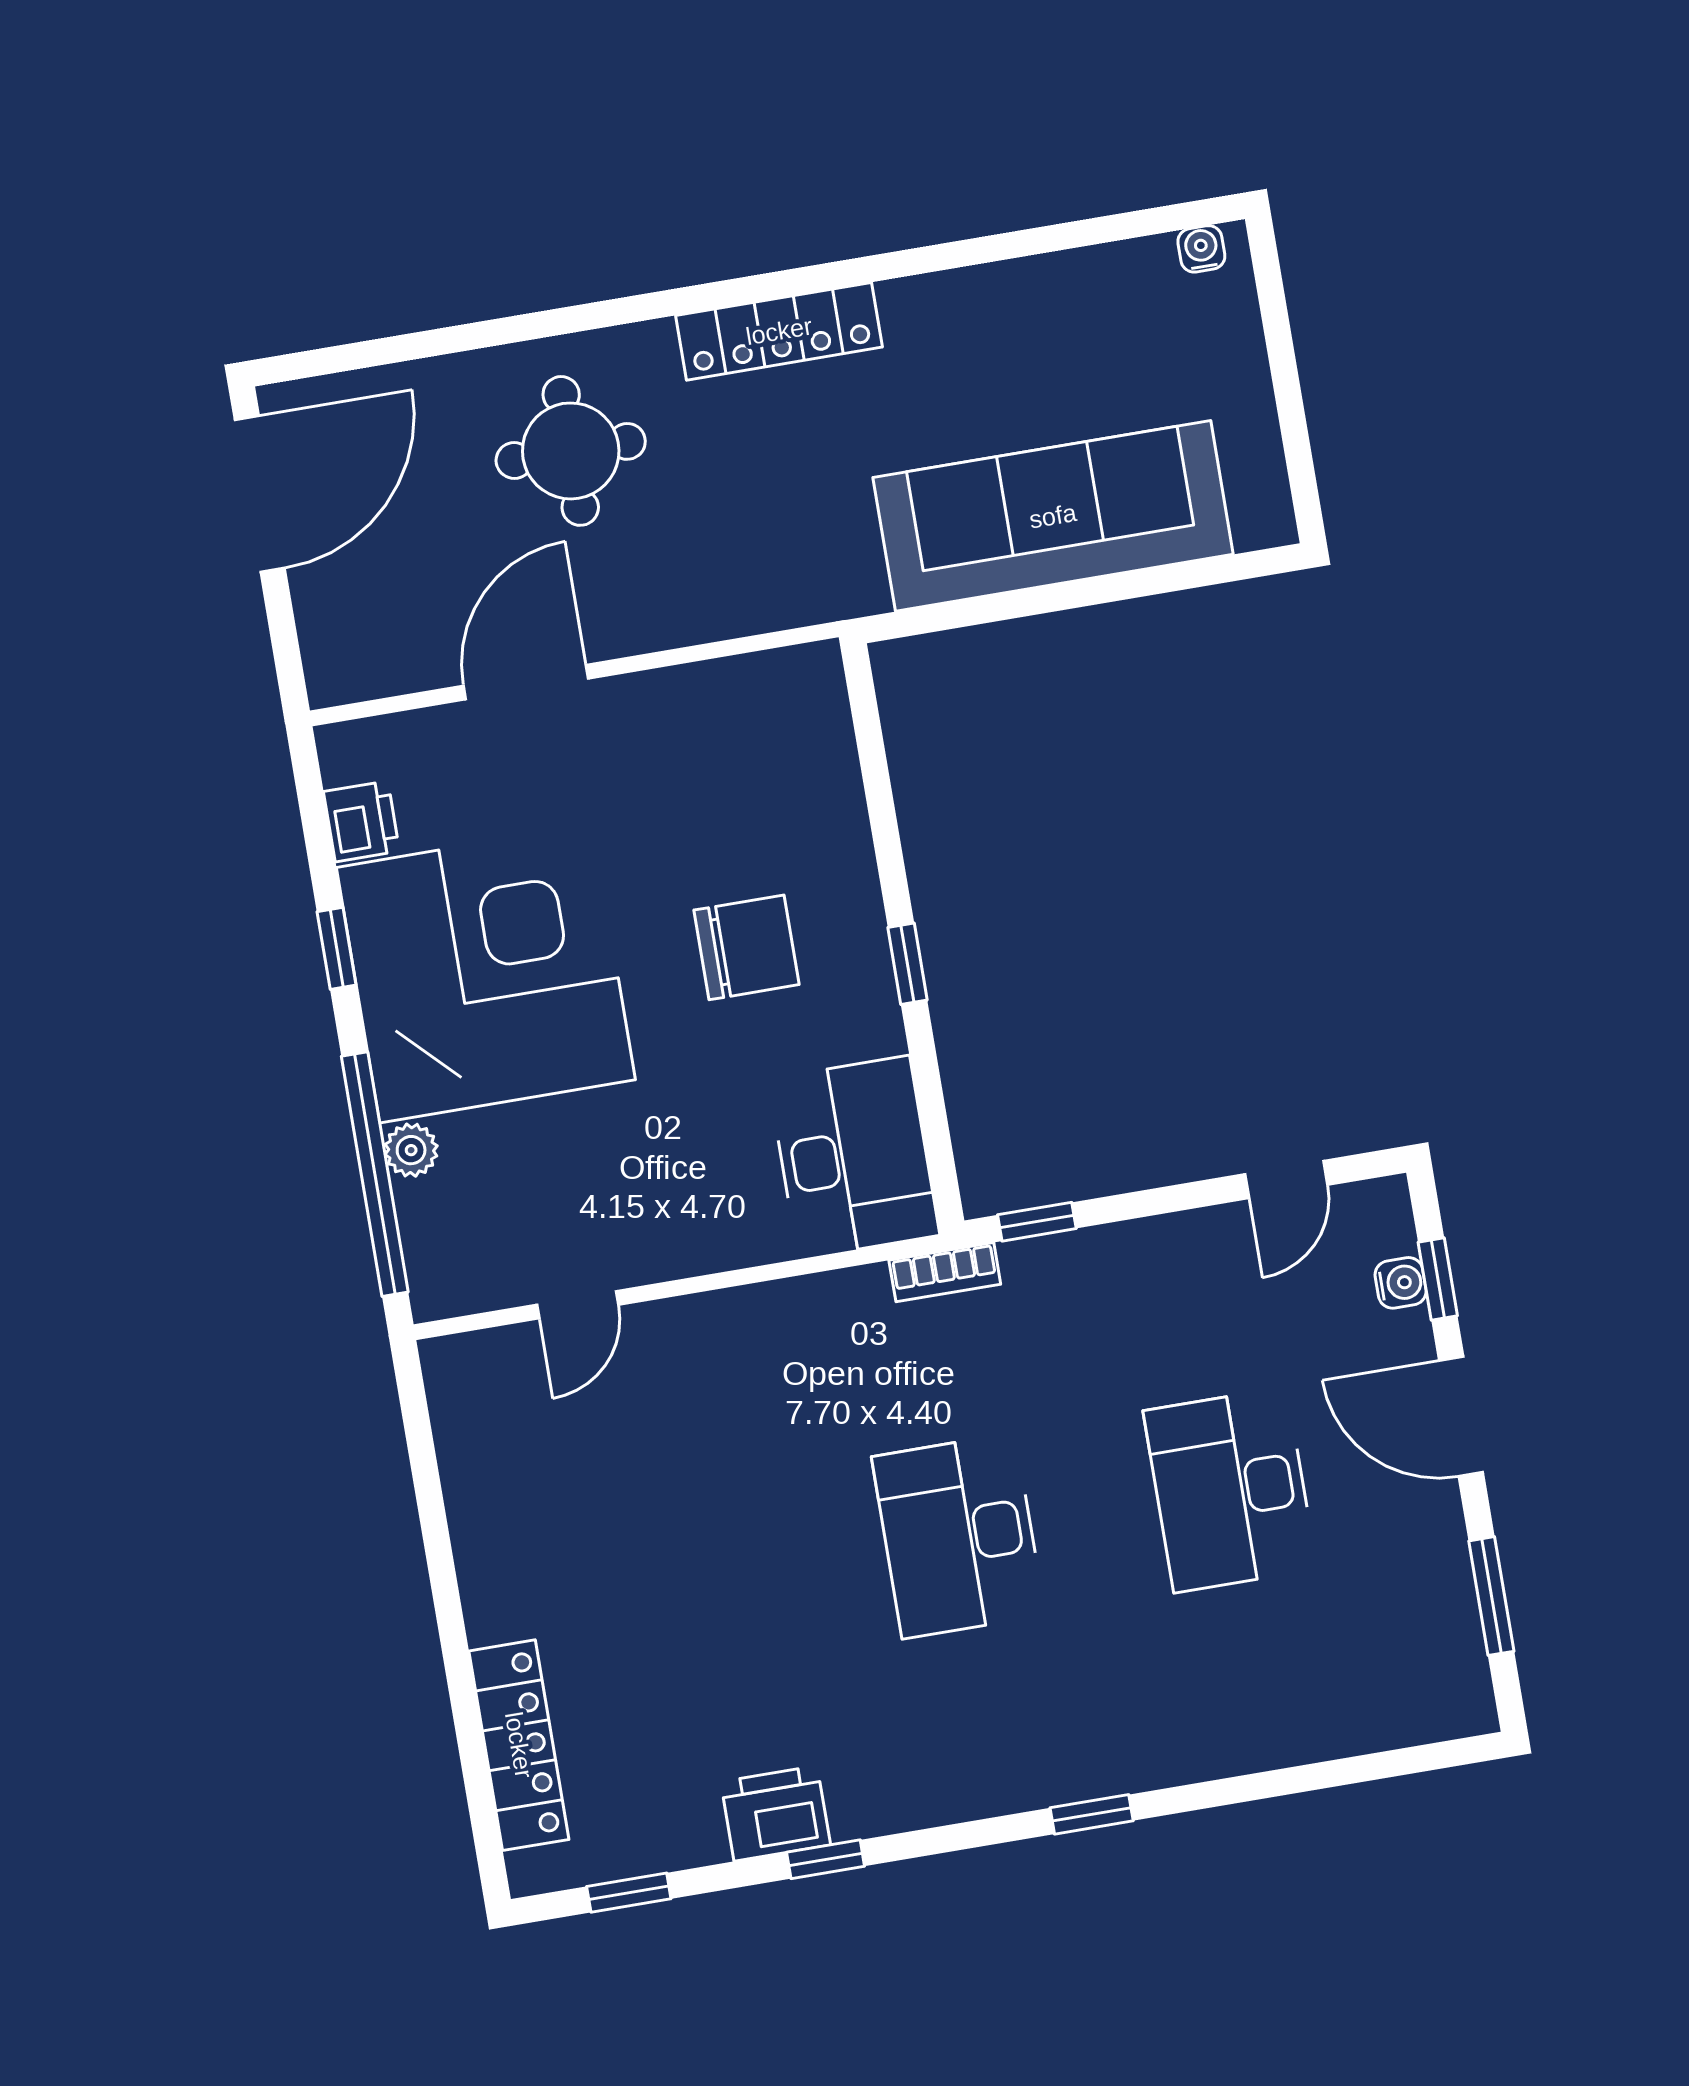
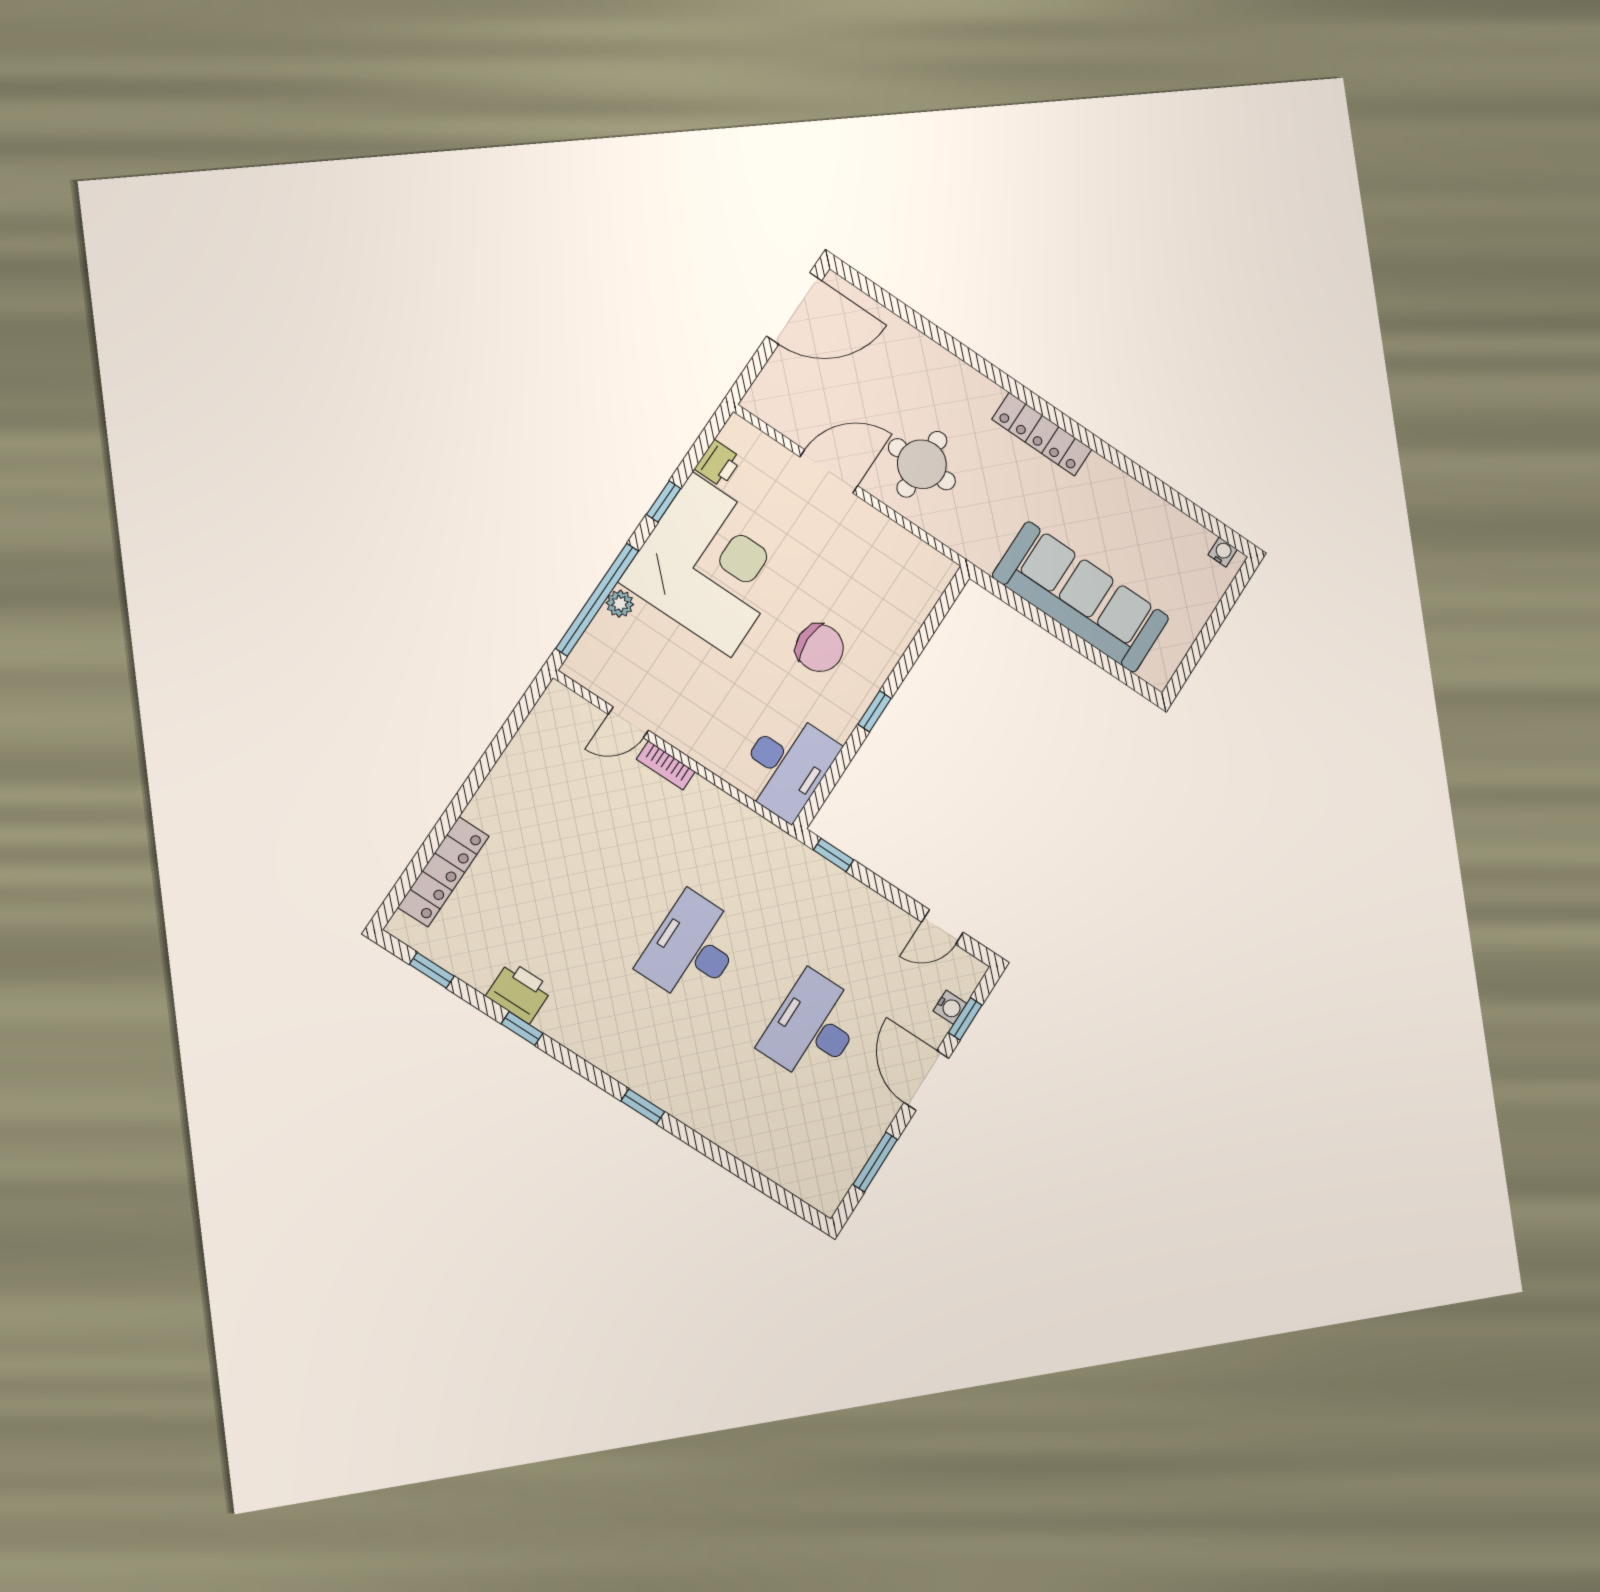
round table: (571, 451) -> (922, 464), moved
bookcase: (945, 1272) -> (666, 765), moved

